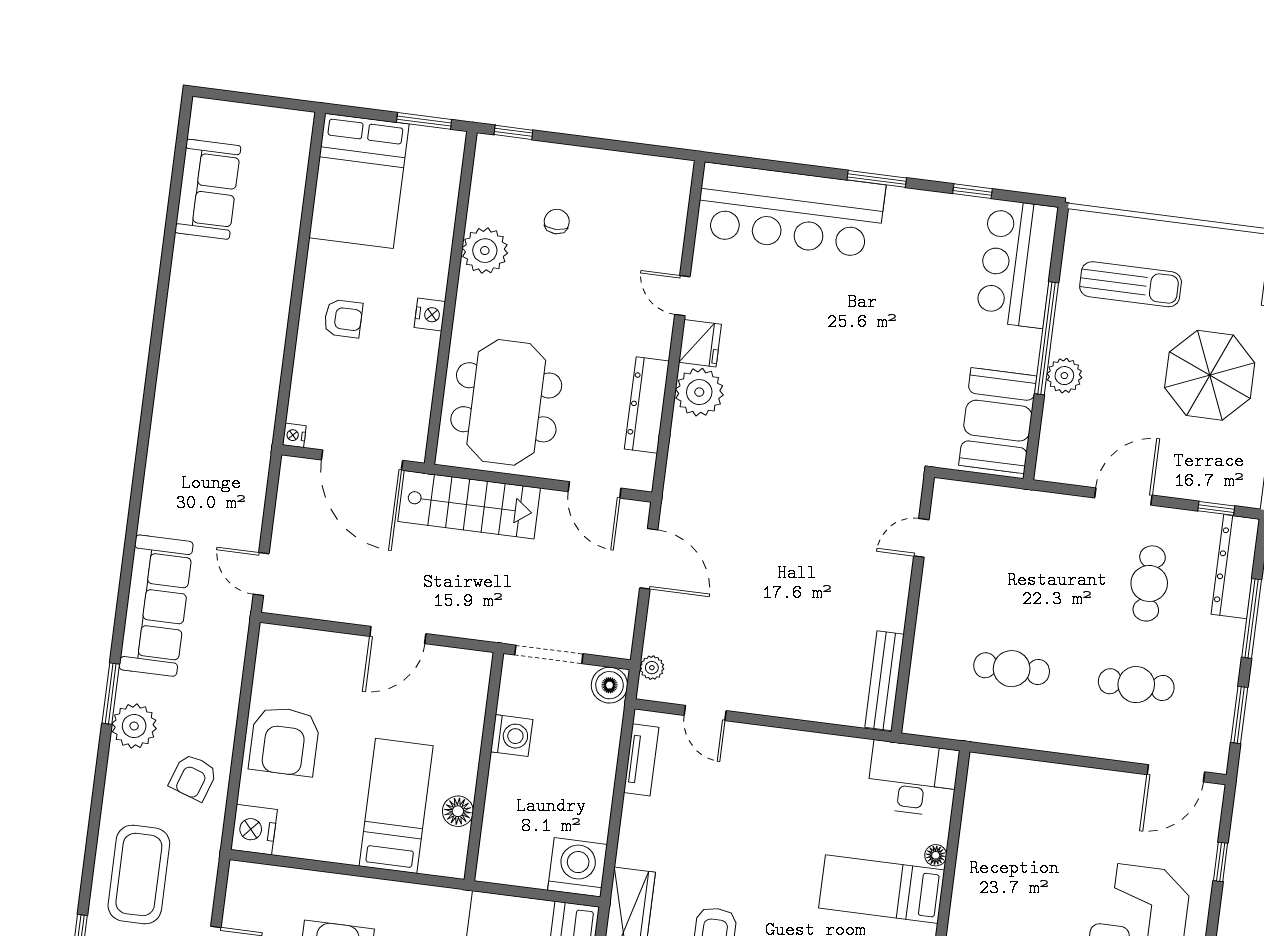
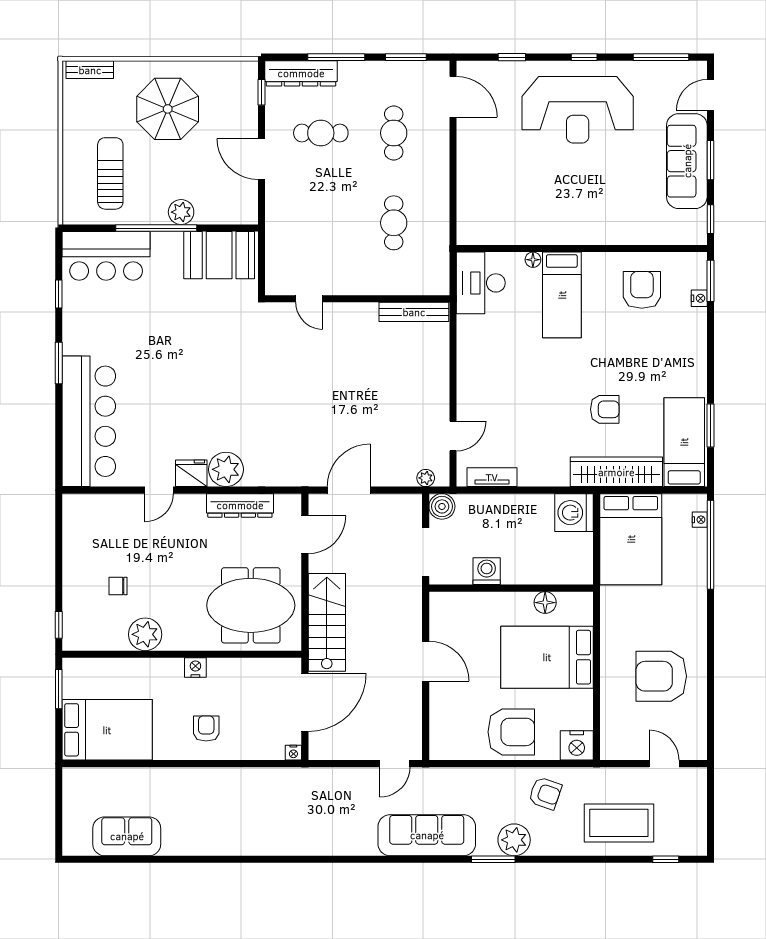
bed: (396, 806) -> (547, 657), width x1.50

